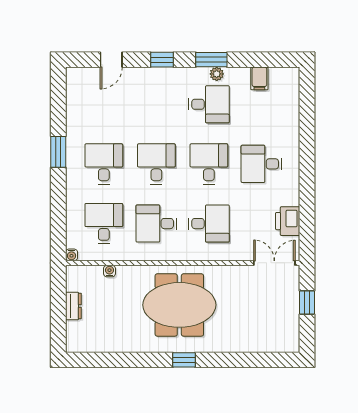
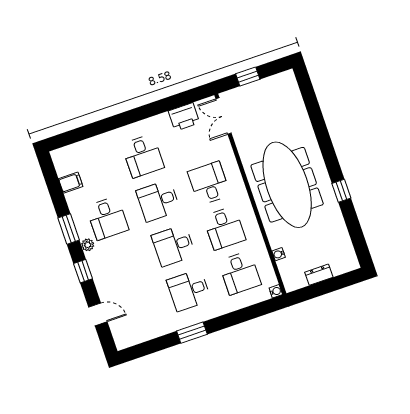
plant: (217, 74) -> (88, 245), moved
desk: (209, 104) -> (107, 218), turned 180
desk: (104, 224) -> (240, 273), turned -90
meeting table: (179, 305) -> (287, 185), width x1.36
window: (184, 360) -> (341, 191), moved

